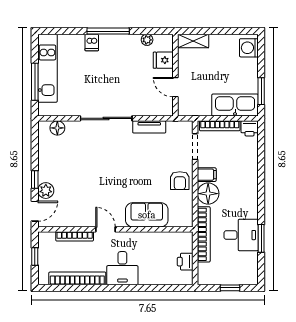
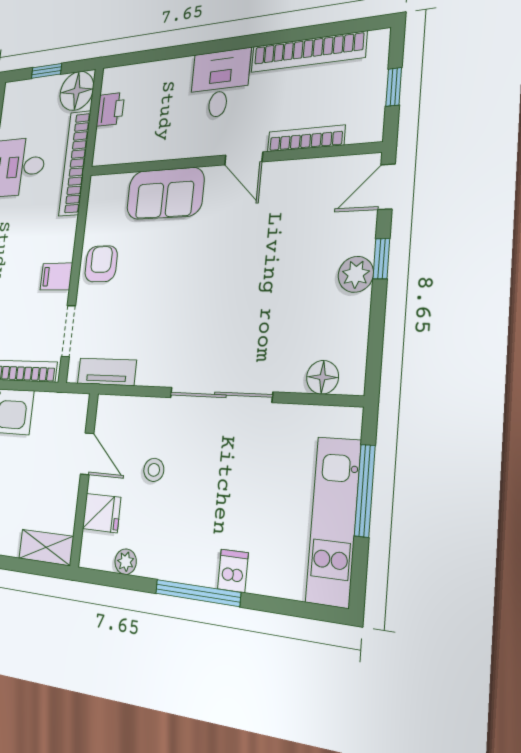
stool: (137, 82) -> (154, 470), added
tv unit: (149, 127) -> (107, 372), moved
plant: (46, 191) -> (356, 274), moved
floor lamp: (208, 194) -> (77, 91), moved

